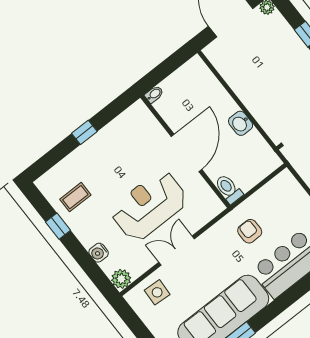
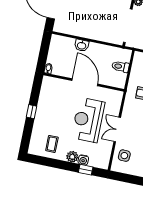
washbasin: (241, 123) -> (82, 45), moved
toilet: (228, 189) -> (120, 67), moved
window: (58, 226) -> (86, 170), moved
plant: (121, 279) -> (72, 157), moved

